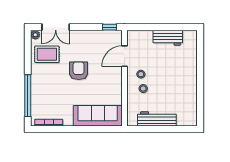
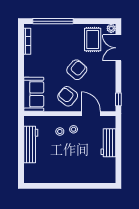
workbench: (168, 38) -> (108, 143), moved
armchair: (79, 71) -> (77, 70), turned -49
armchair: (106, 80) -> (68, 96), added
sofa: (98, 116) -> (34, 94), width x0.73

